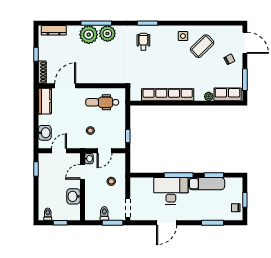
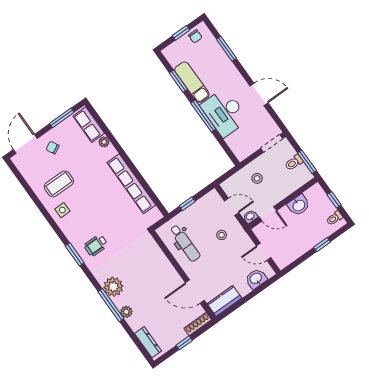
plant: (89, 35) -> (126, 312), width x0.53, depth x0.53
coffee table: (202, 46) -> (59, 184), turned -46
window: (128, 136) -> (187, 204), moved
window: (36, 169) -> (322, 245), moved
window: (113, 223) -> (307, 162), moved

